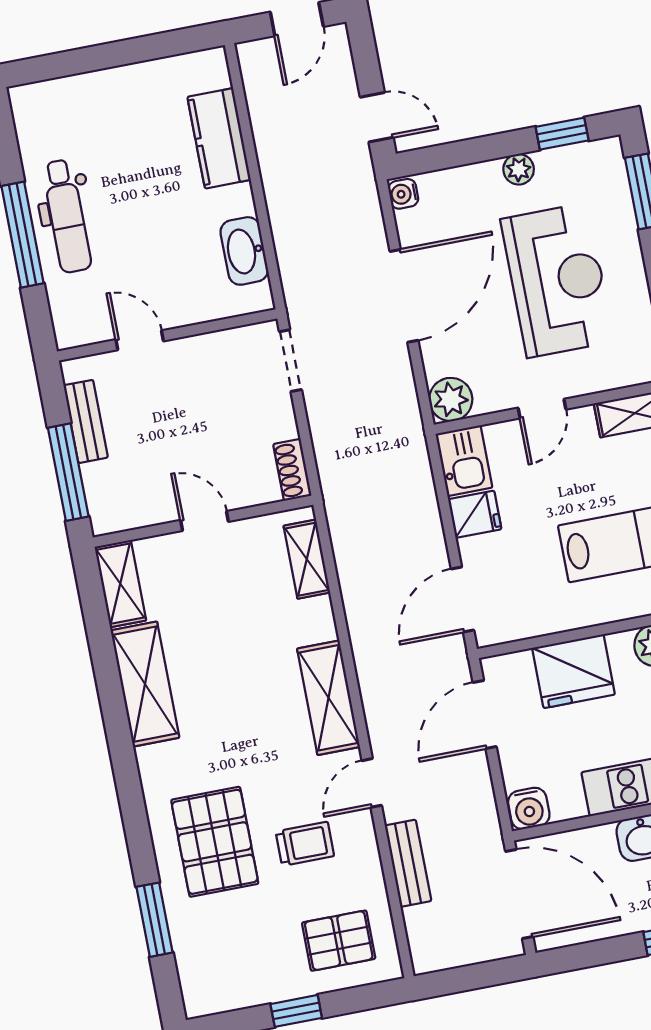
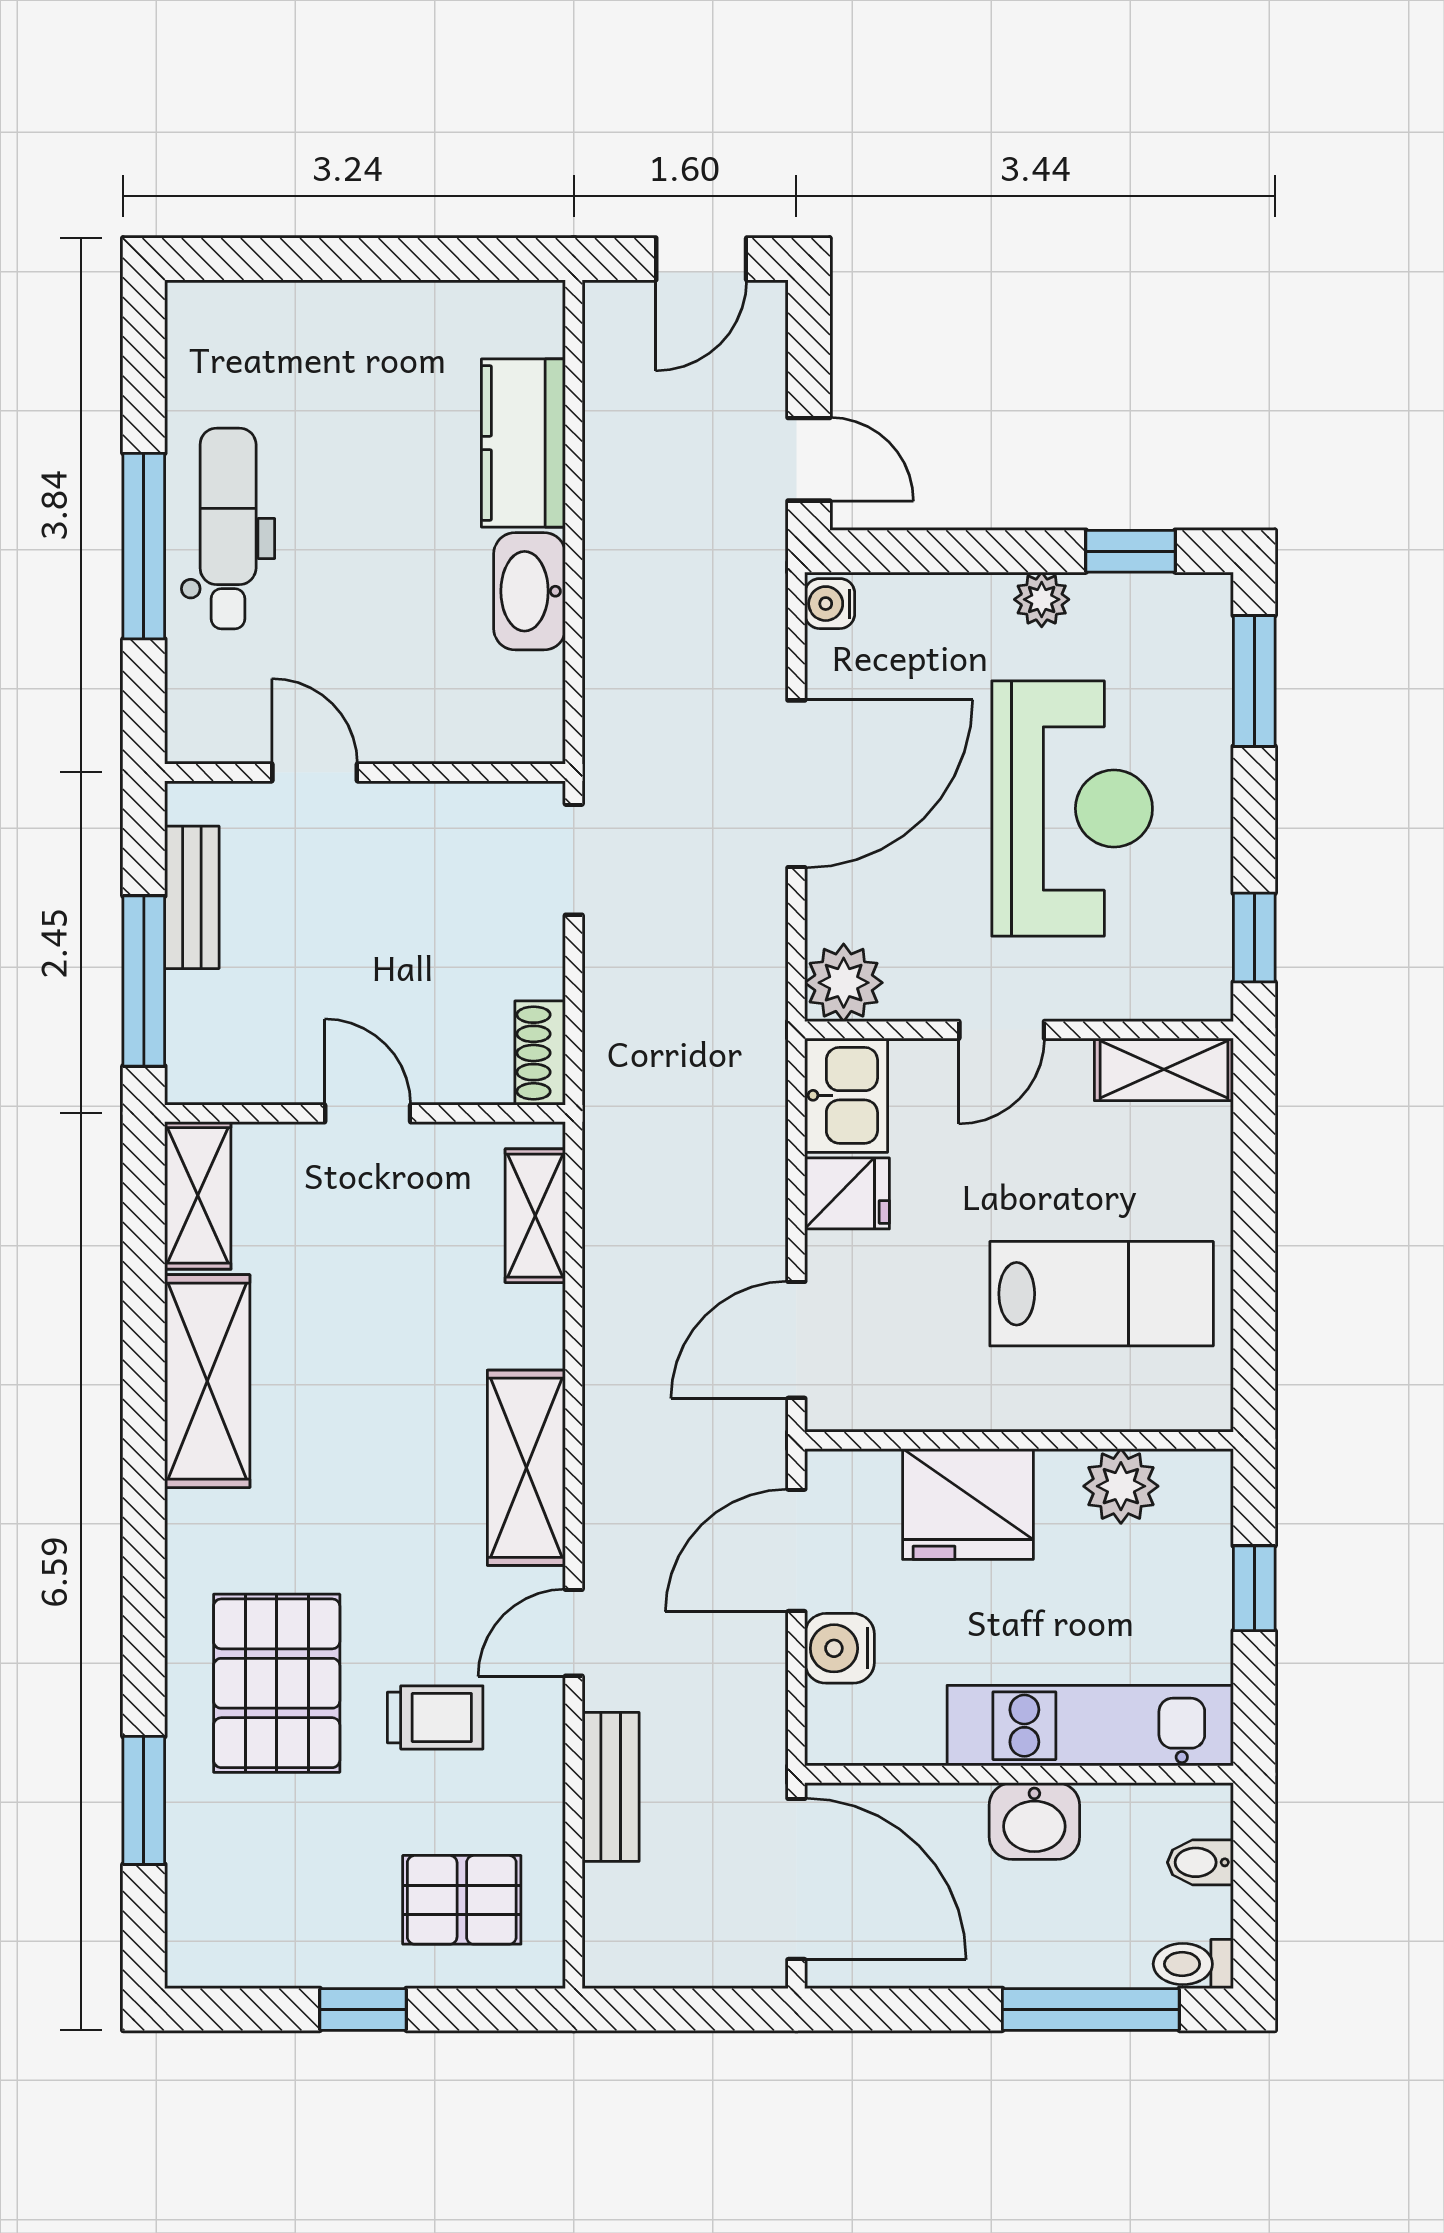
dental chair: (67, 216) -> (228, 528), turned 180
washbasin: (244, 251) -> (530, 591), moved
water cooler: (529, 808) -> (840, 1648), moved, turned 90

